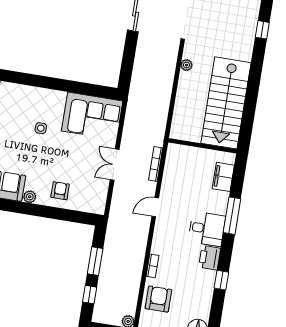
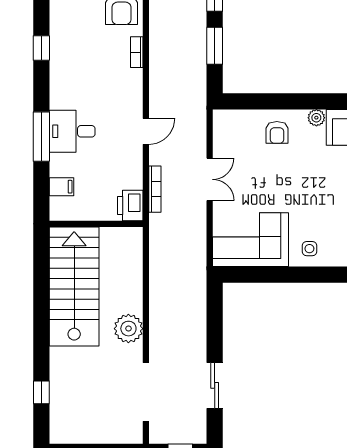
plant: (187, 65) -> (128, 329), width x1.88, depth x1.88
side table: (41, 128) -> (309, 249), moved
filing cabinet: (223, 177) -> (62, 187), width x0.50
desk: (207, 229) -> (72, 131), moved
printer: (210, 258) -> (130, 205), moved, turned 180

